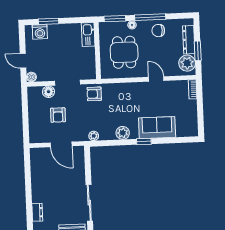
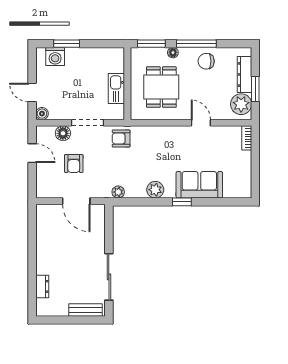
kitchen sink: (88, 35) -> (116, 88), moved
door: (25, 108) -> (32, 153), added

